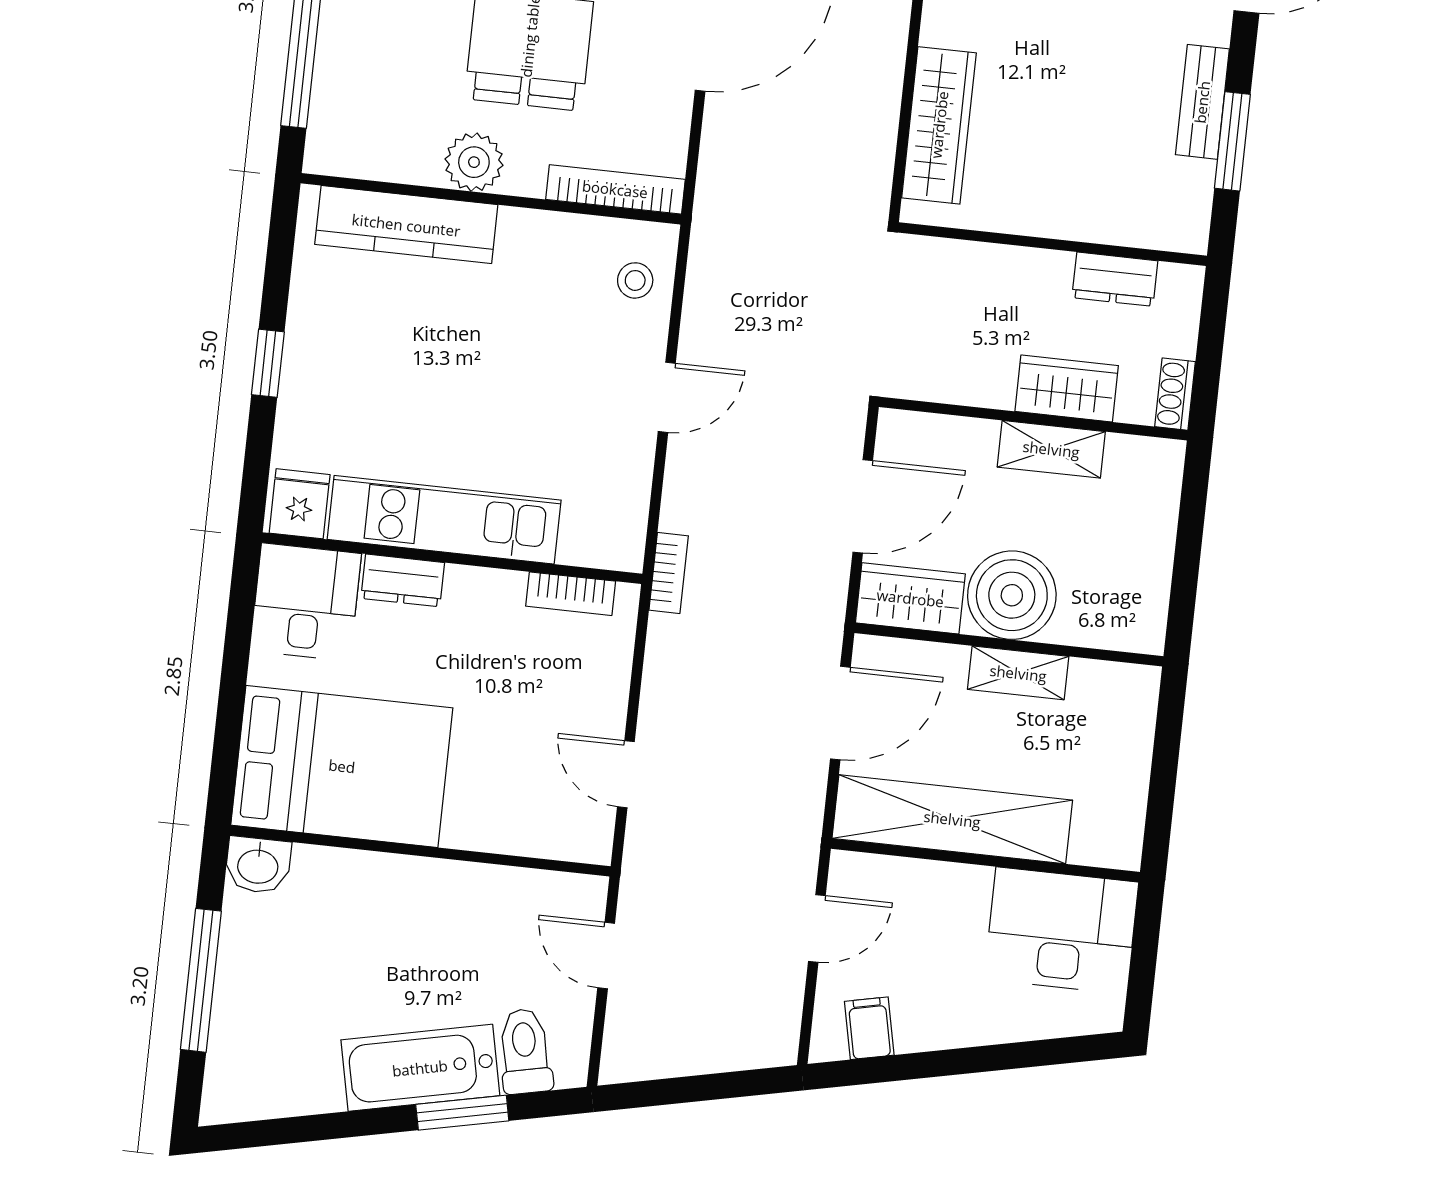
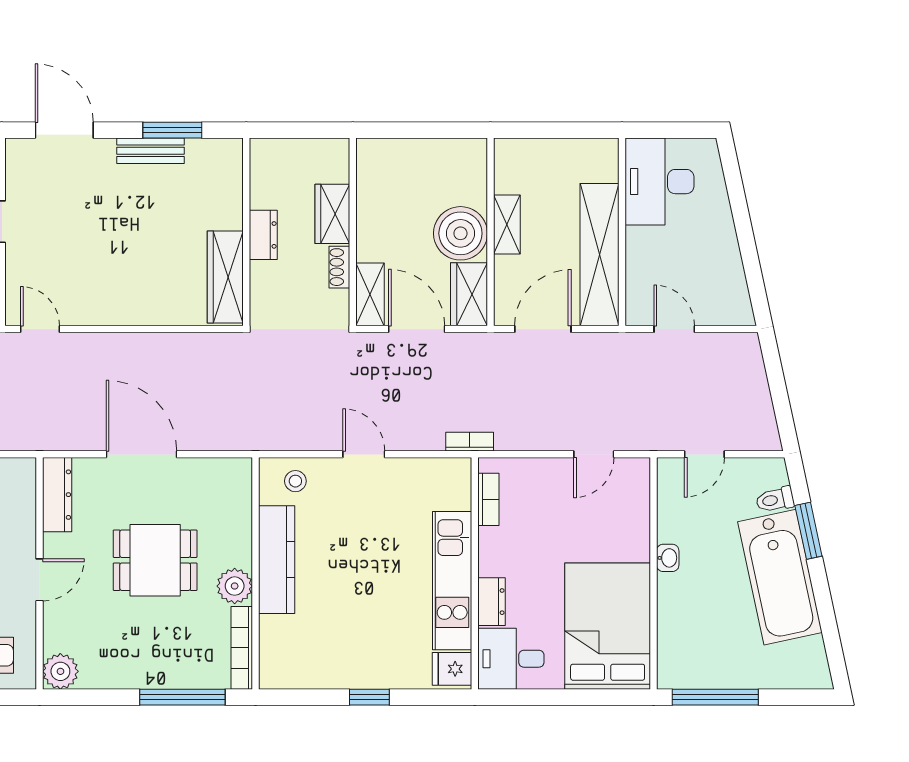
wardrobe: (939, 125) -> (225, 277), moved, turned -90
bookcase: (615, 189) -> (242, 648), moved
kitchen counter: (406, 225) -> (277, 560), moved
dresser: (1115, 279) -> (263, 235), moved
shoe rack: (1175, 394) -> (339, 267), moved, turned 90
shelving: (1051, 449) -> (370, 294), moved
door: (840, 713) -> (543, 329), hinge flipped
washbasin: (258, 865) -> (668, 558), moved, width x0.72, depth x0.69
window: (201, 980) -> (715, 697), moved
filing cabinet: (869, 1028) -> (731, 291), removed
toilet: (525, 1051) -> (775, 500), width x0.73, depth x0.72
bathtub: (420, 1068) -> (780, 577), width x1.36, depth x1.36

